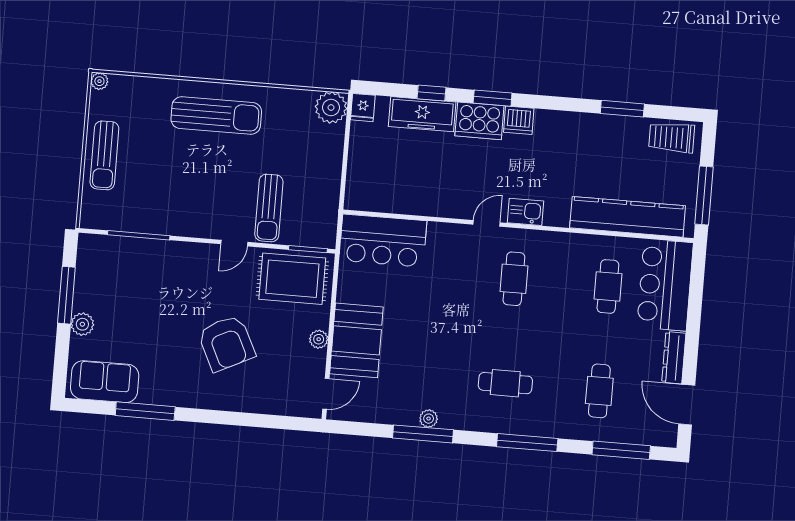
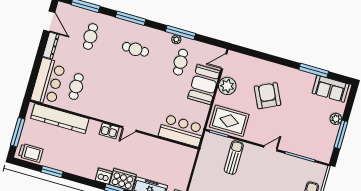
window: (704, 195) -> (18, 132), moved
door: (234, 243) -> (271, 148), moved
cafe table: (514, 279) -> (181, 62), moved
plant: (319, 339) -> (227, 86), width x1.88, depth x1.88

